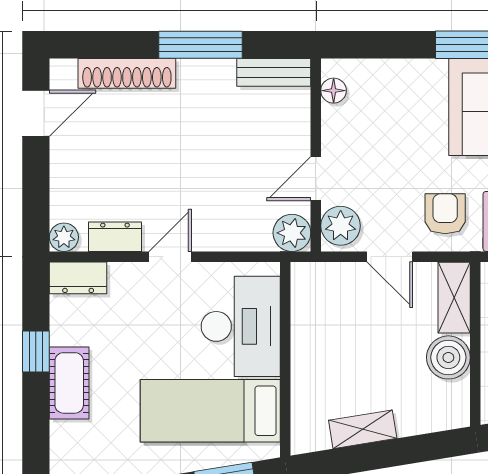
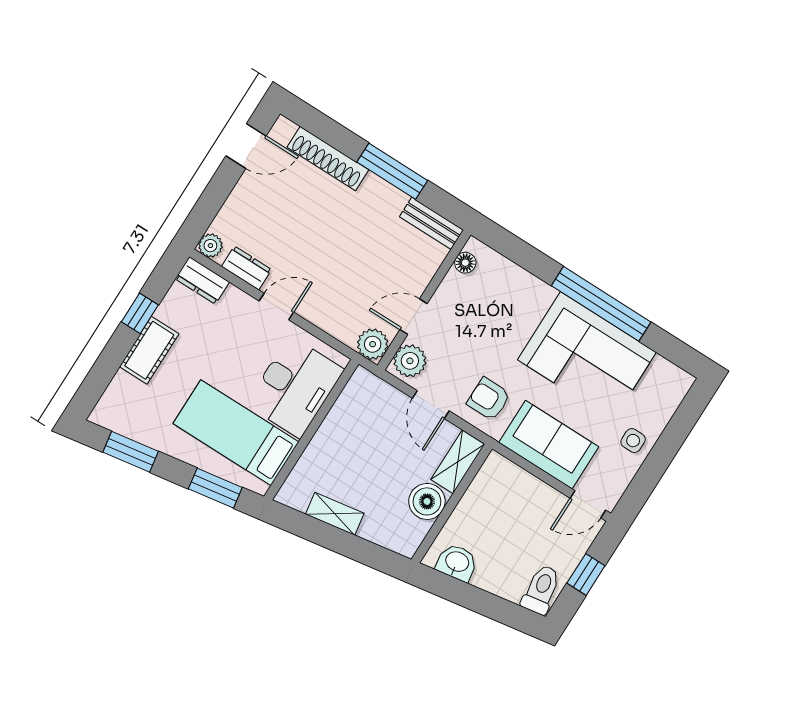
armchair: (445, 214) -> (489, 399), turned -90

